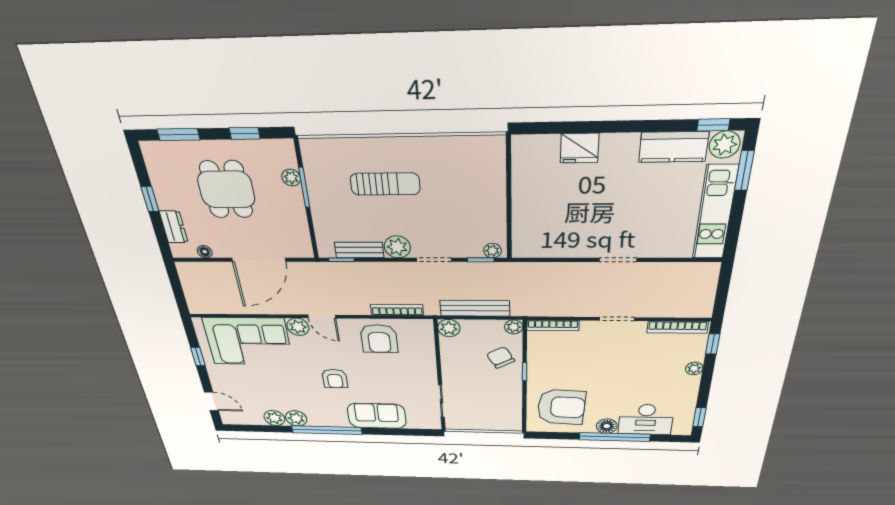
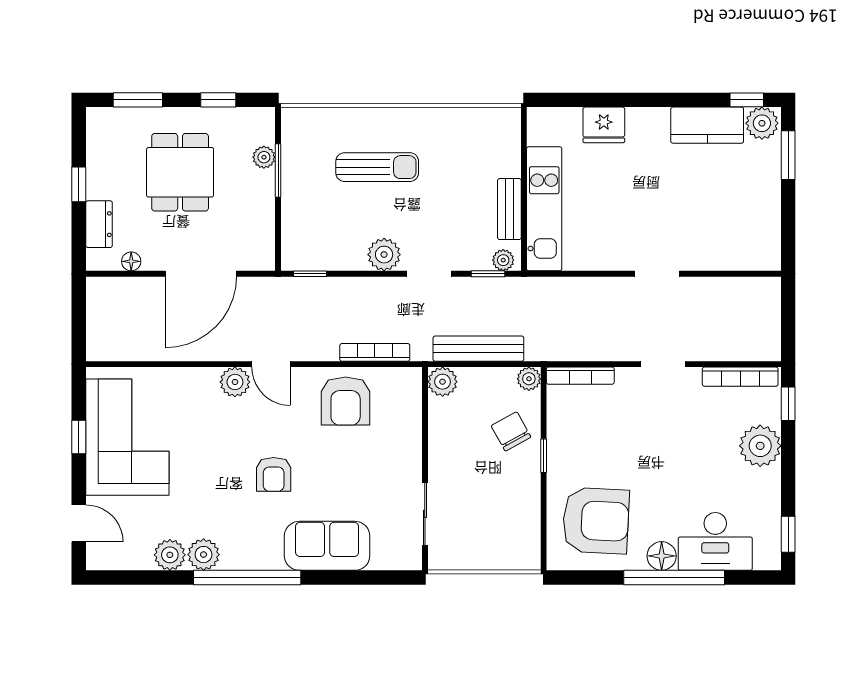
kitchen unit: (715, 213) -> (544, 209), moved, turned 180
bench: (359, 250) -> (509, 209), moved, turned 90
corner sofa: (248, 341) -> (127, 437), moved, turned -90
plant: (694, 368) -> (760, 446), width x1.87, depth x1.87

